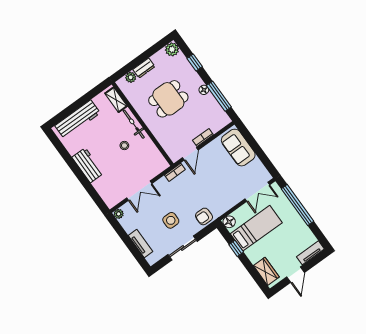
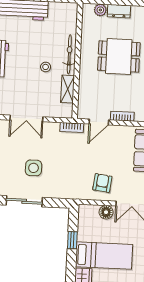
shelving: (116, 100) -> (68, 89), moved
armchair: (204, 216) -> (102, 183), moved, turned 97
floor lamp: (229, 222) -> (106, 212), moved
bed: (256, 228) -> (104, 256), moved

